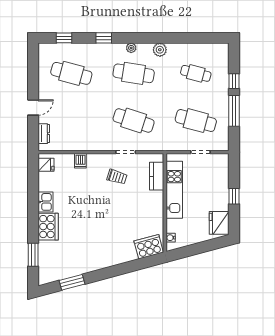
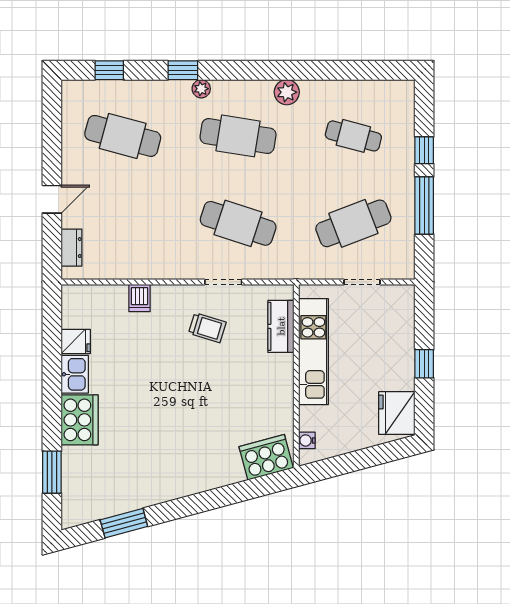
plant: (131, 48) -> (201, 89), moved
cafe table: (196, 121) -> (353, 223), turned -36
fridge: (46, 165) -> (76, 341), moved

